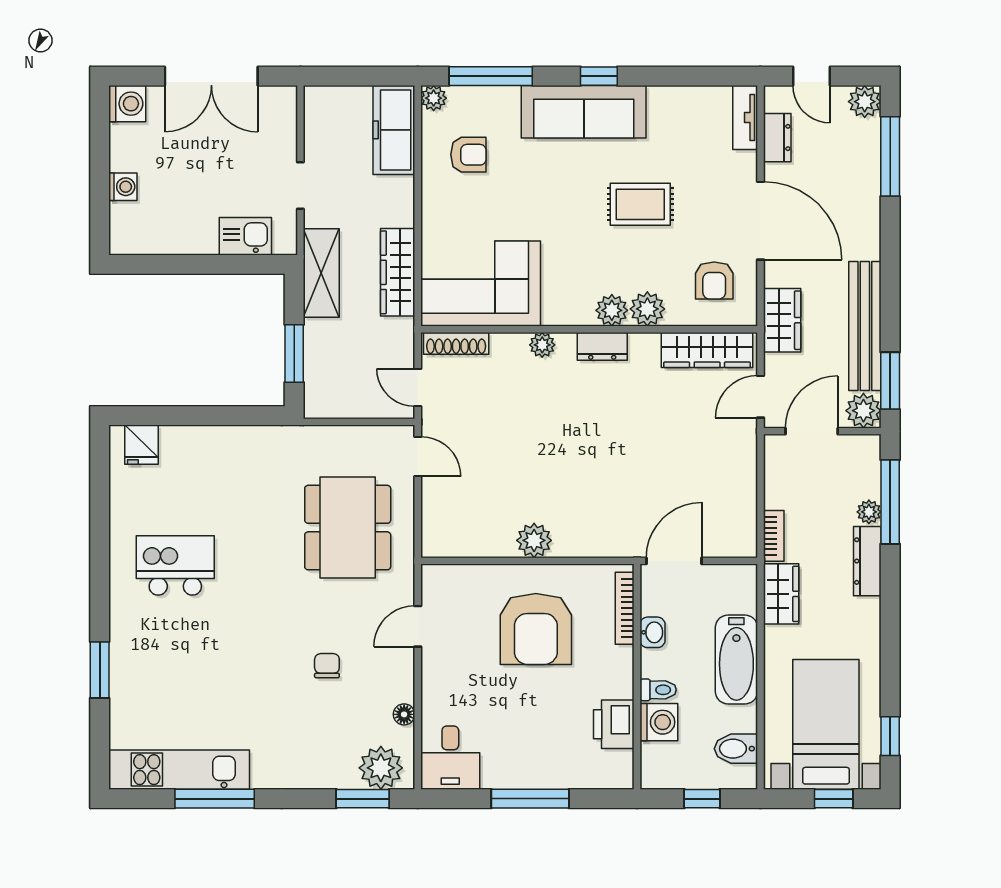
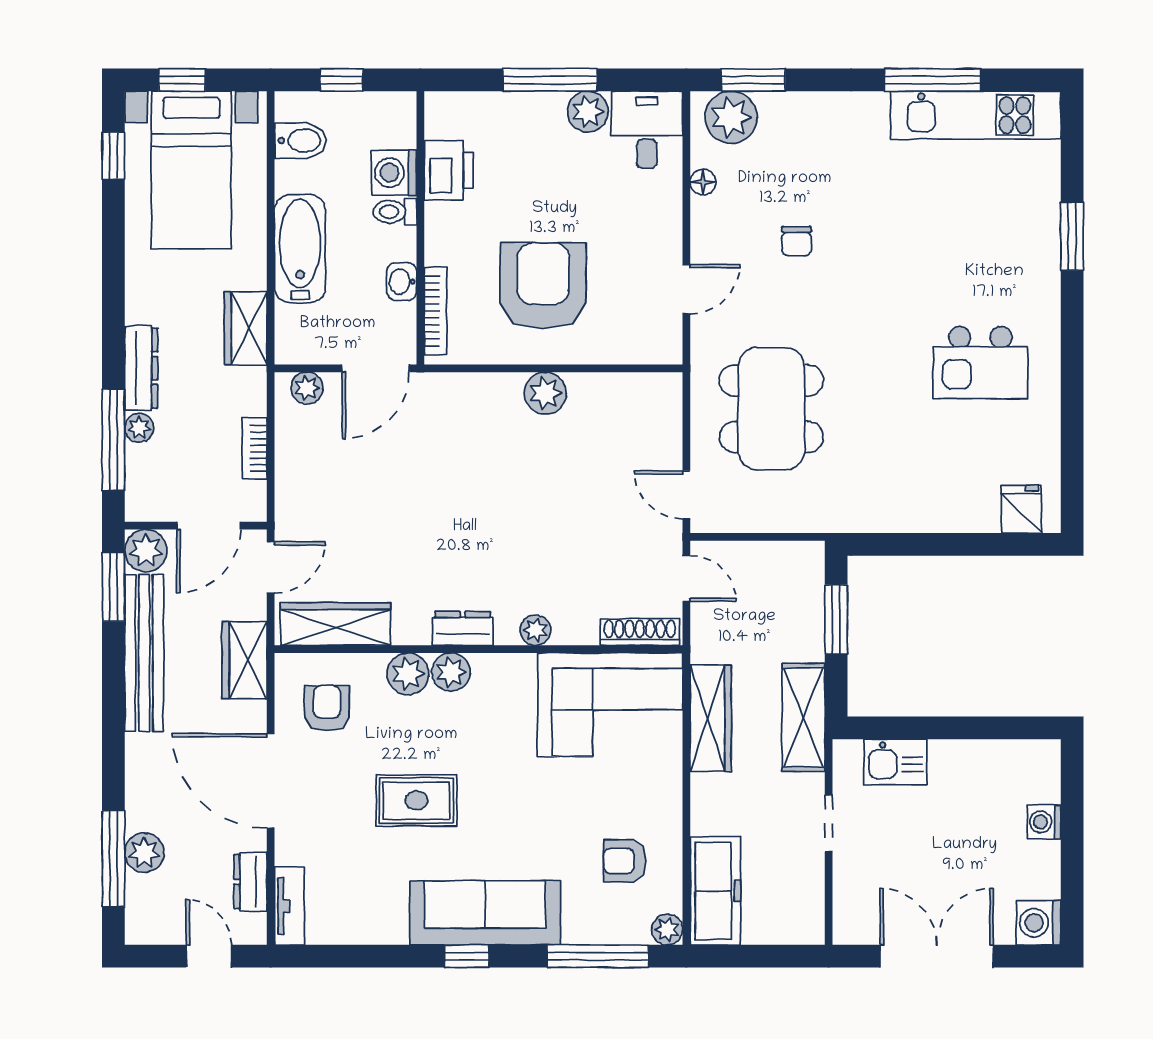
plant: (865, 102) -> (144, 853), moved
bookcase: (774, 536) -> (255, 448), moved
plant: (731, 545) -> (307, 388), added
plant: (499, 773) -> (588, 112), added

